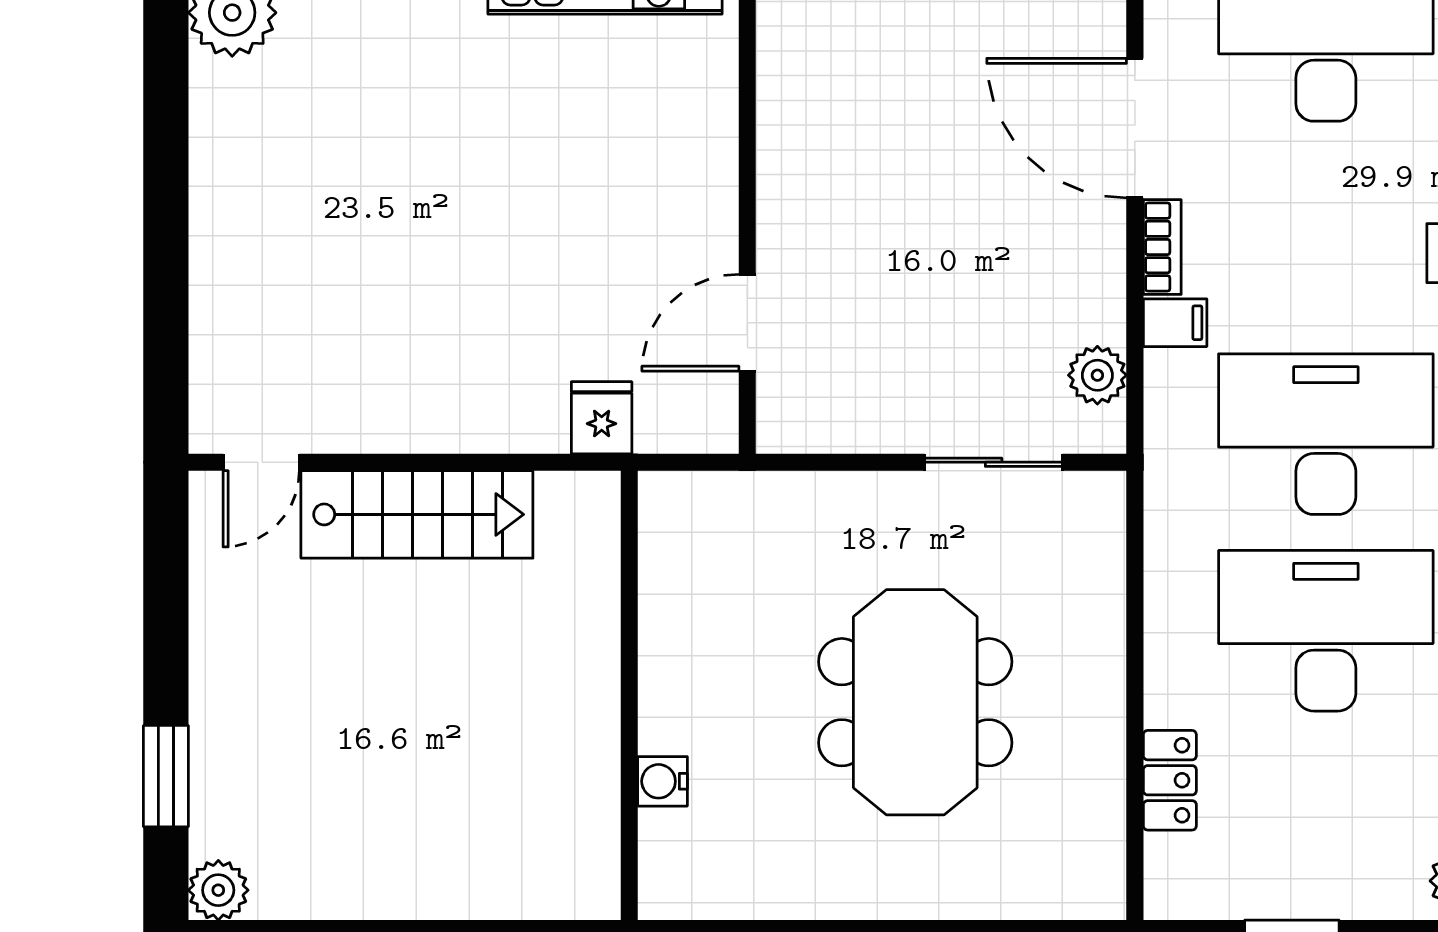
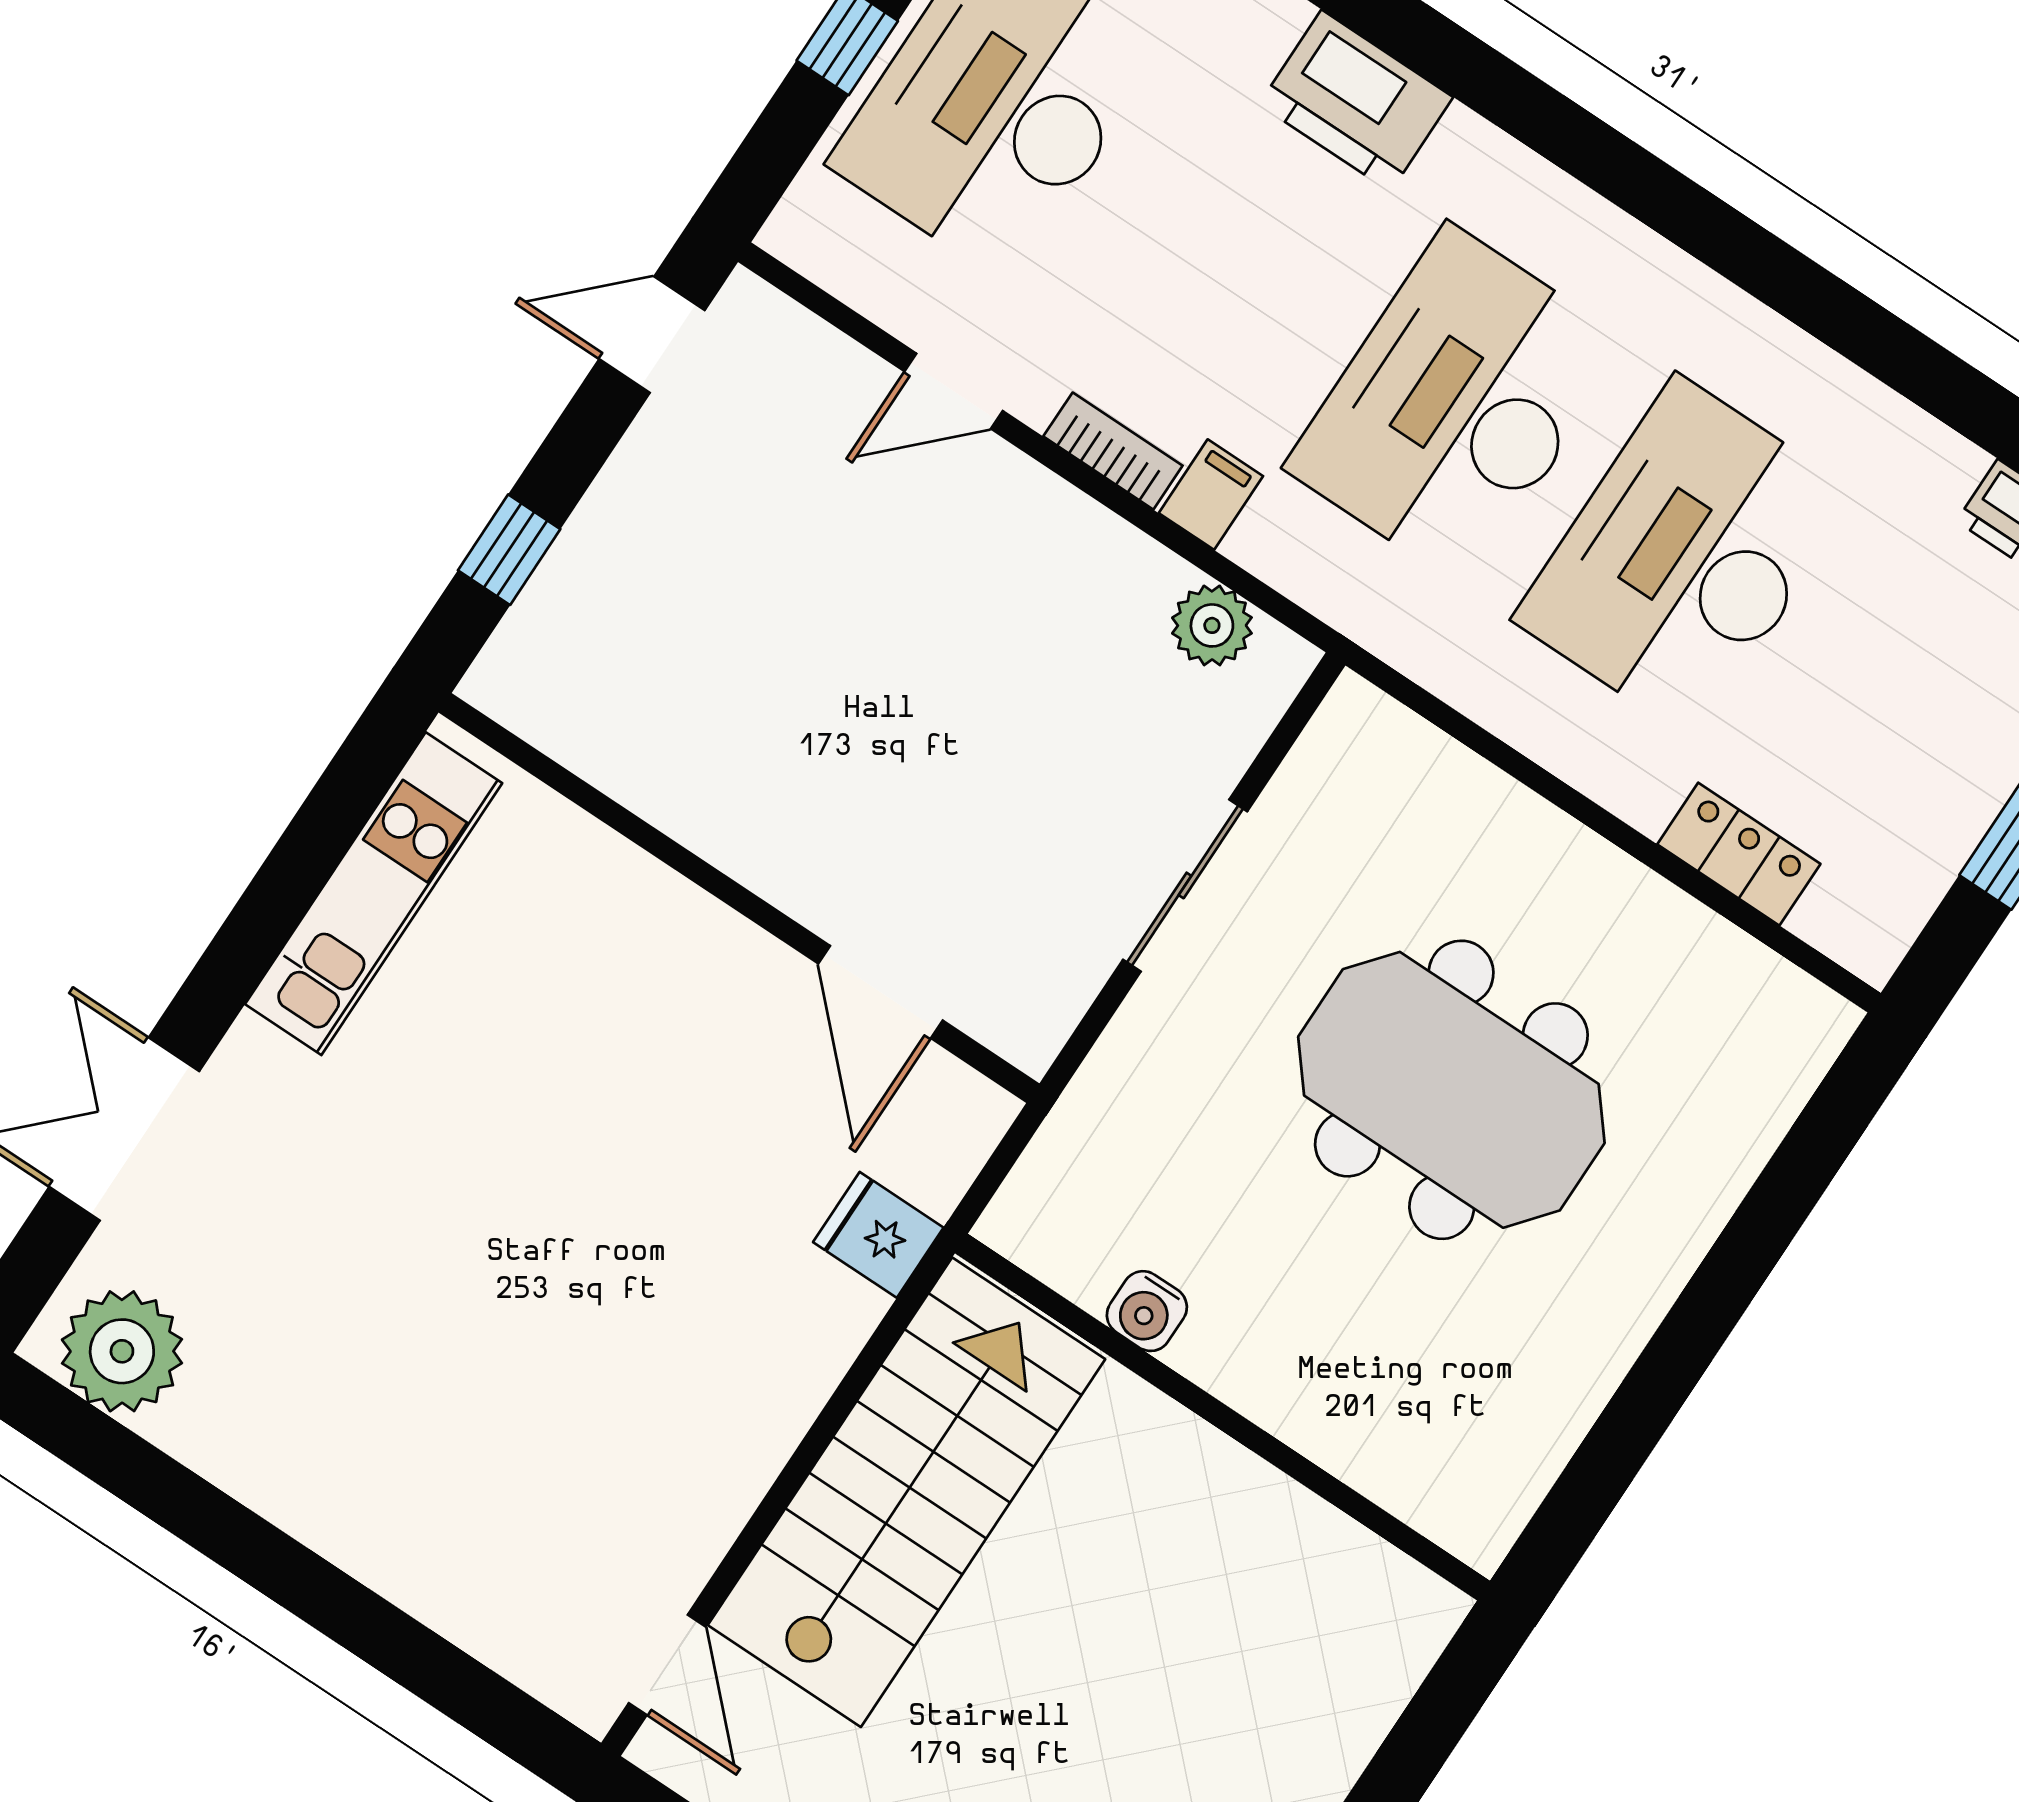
door: (1135, 128) -> (954, 391), width x0.53
sliding door: (994, 462) -> (1185, 885), moved
stairs: (417, 514) -> (907, 1492), width x1.36, depth x1.51
water cooler: (663, 781) -> (1147, 1311), moved

